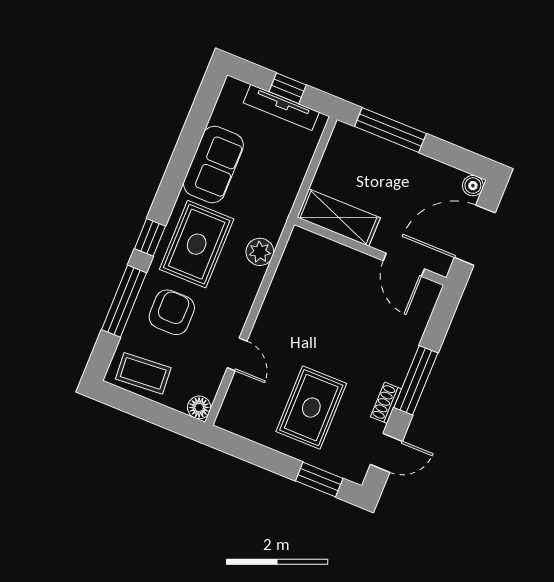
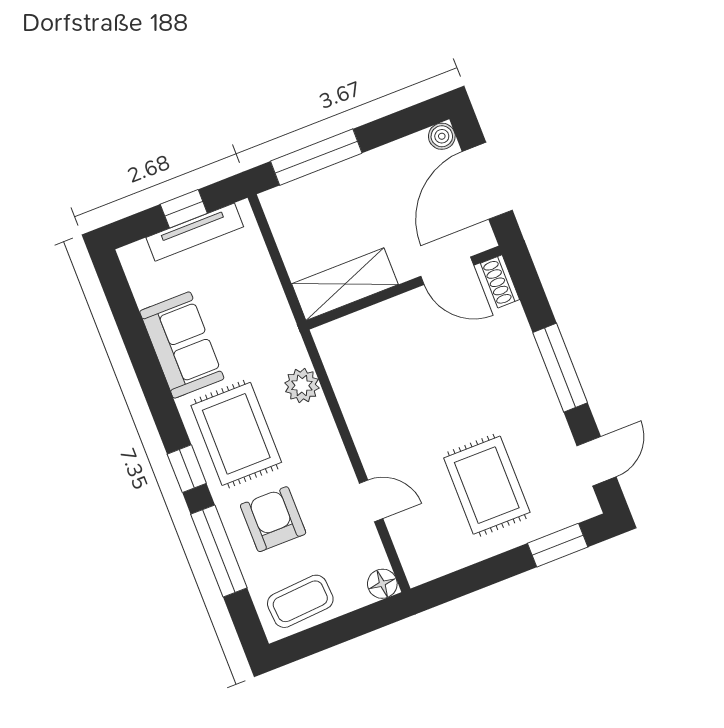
shoe rack: (386, 403) -> (500, 281), moved

